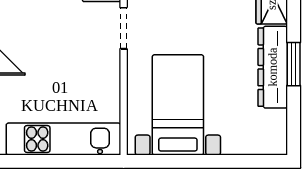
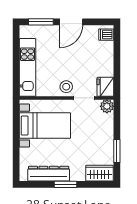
stool: (101, 63) -> (66, 87), added
dresser: (273, 67) -> (49, 174), moved

